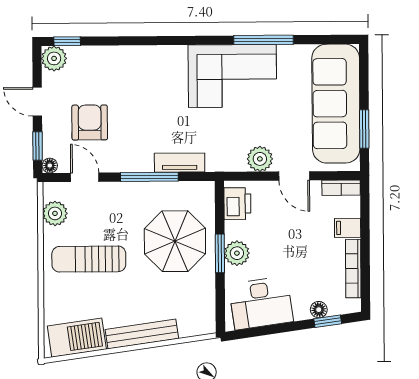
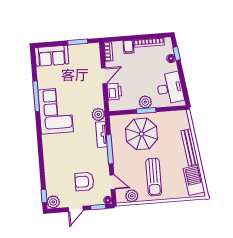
sofa: (336, 104) -> (52, 56), width x0.54, depth x0.79
plant: (260, 159) -> (98, 114), moved
door: (85, 177) -> (112, 182), swing flipped
printer: (237, 204) -> (114, 92), moved, turned 90

